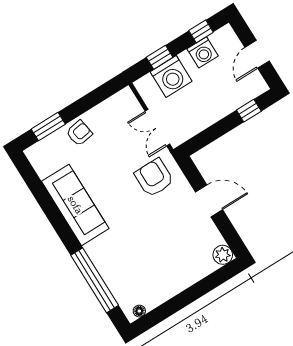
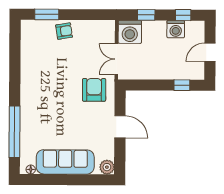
washing machine: (171, 77) -> (130, 32), moved
sofa: (75, 205) -> (65, 162), moved, turned -90

